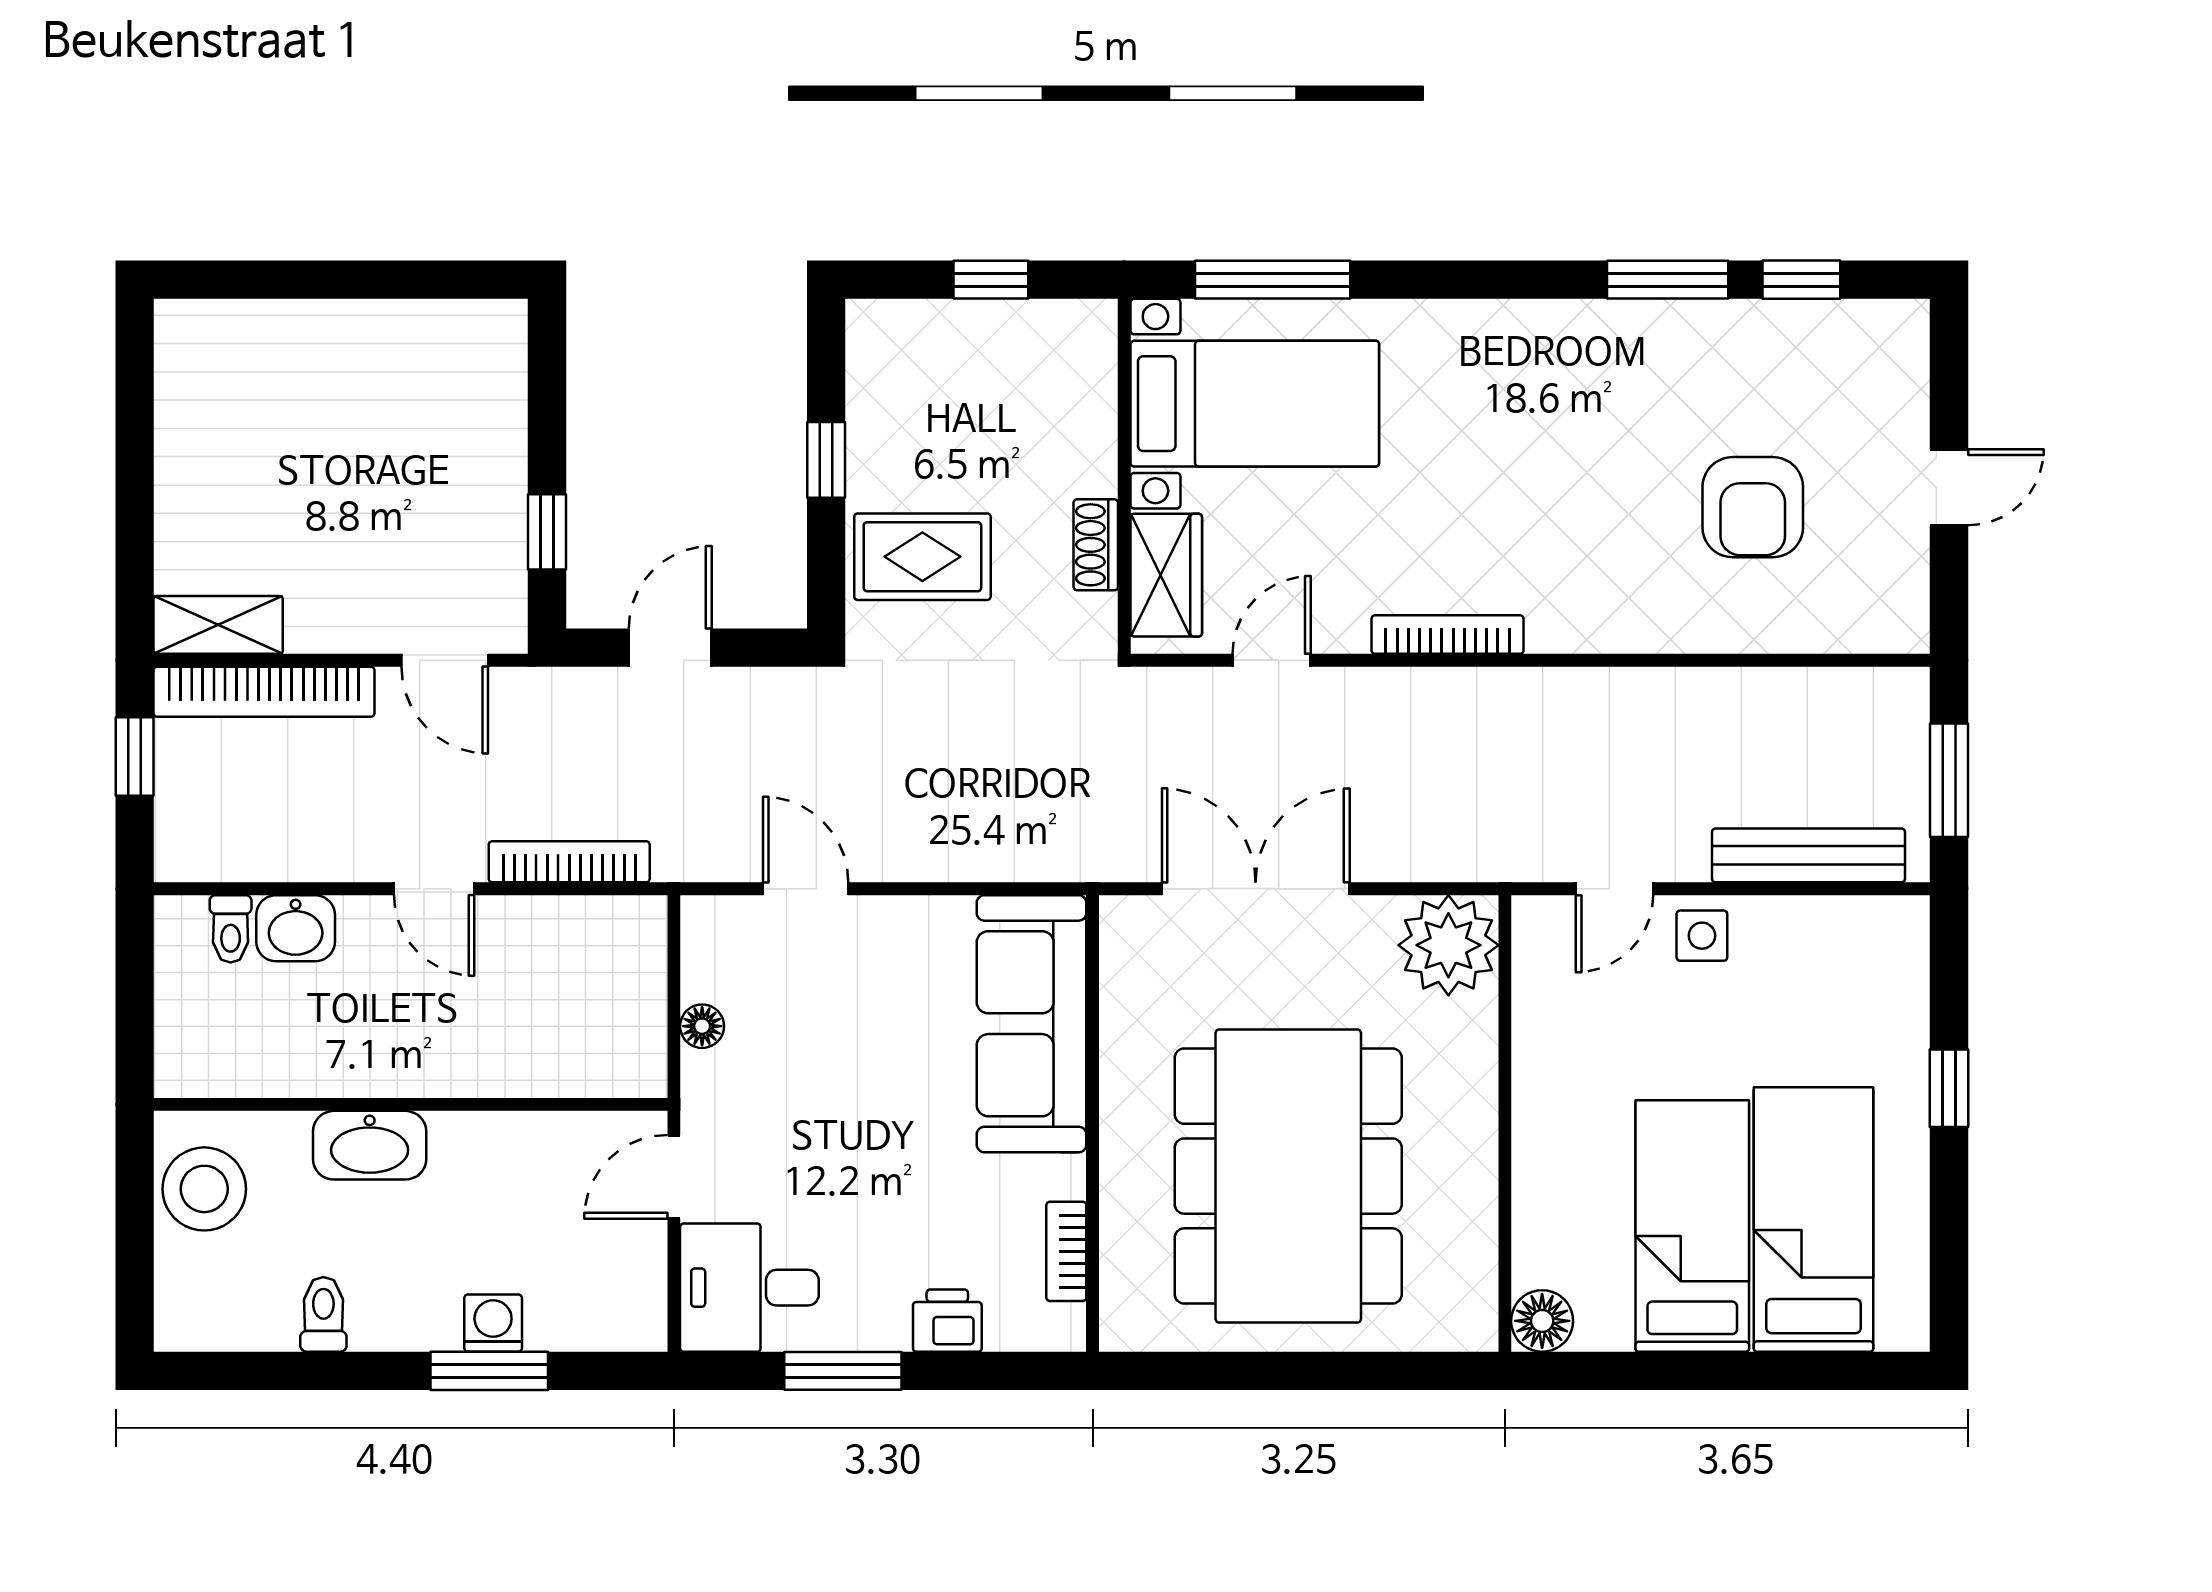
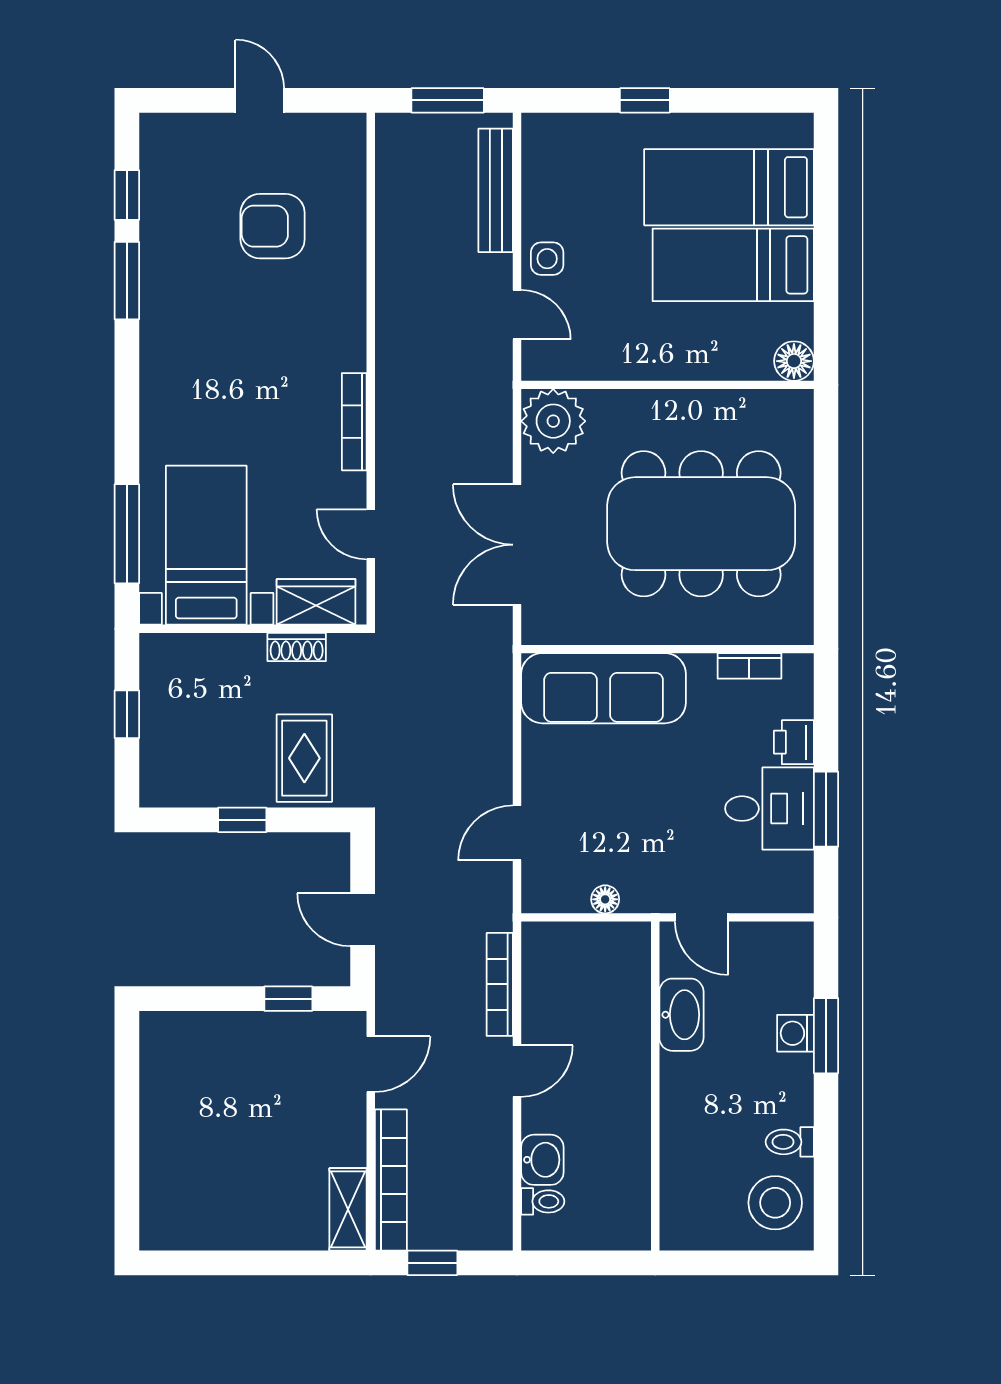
armchair: (1753, 507) -> (273, 226), turned 180
washbasin: (370, 1145) -> (681, 1015), moved
stool: (204, 1189) -> (775, 1203), moved
desk: (749, 1288) -> (769, 809), moved, turned -90

